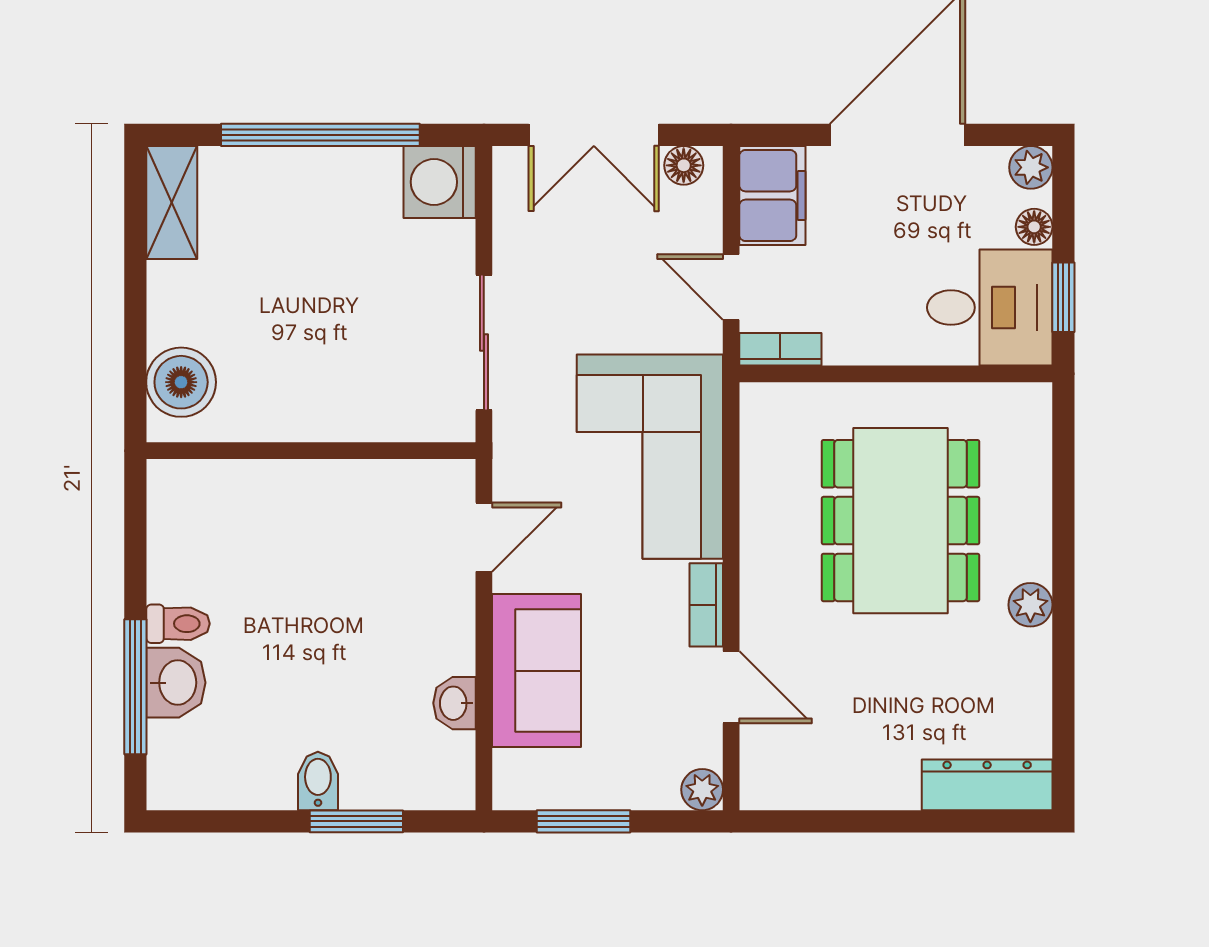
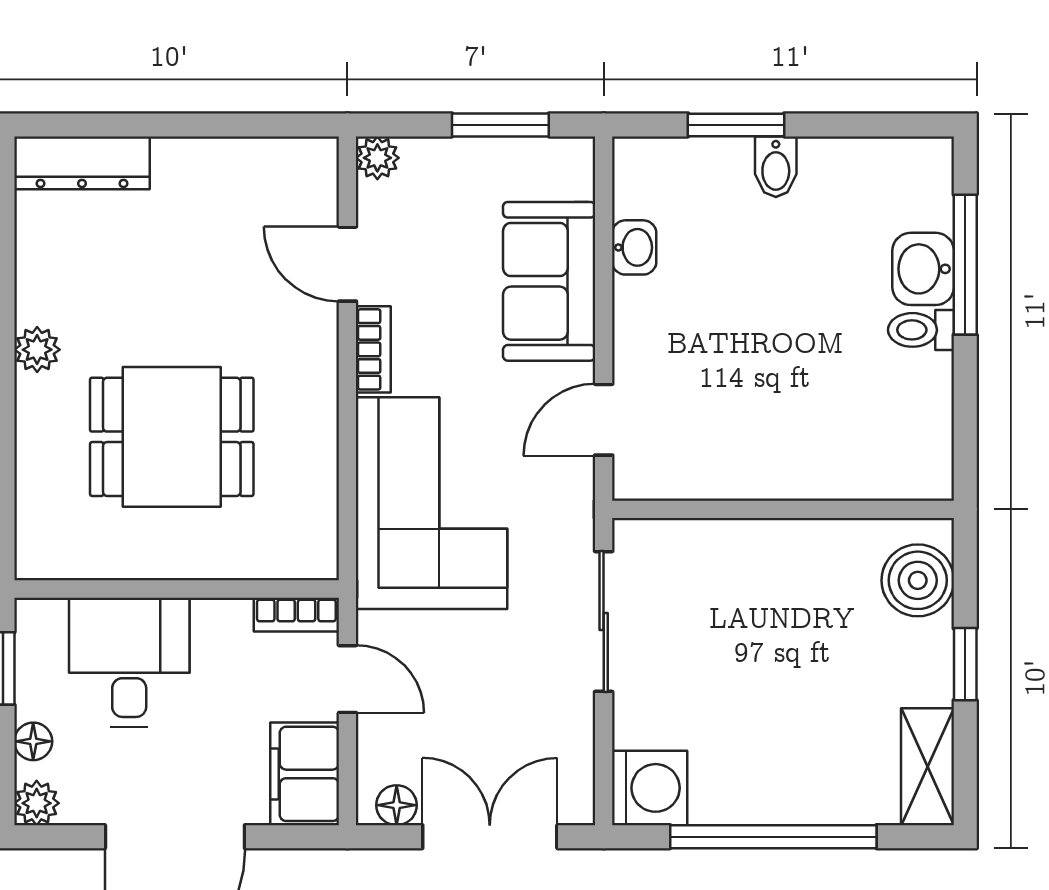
window: (135, 301) -> (965, 664), added
desk: (990, 308) -> (129, 662), moved, turned 90
dining table: (901, 521) -> (172, 437), width x0.73

